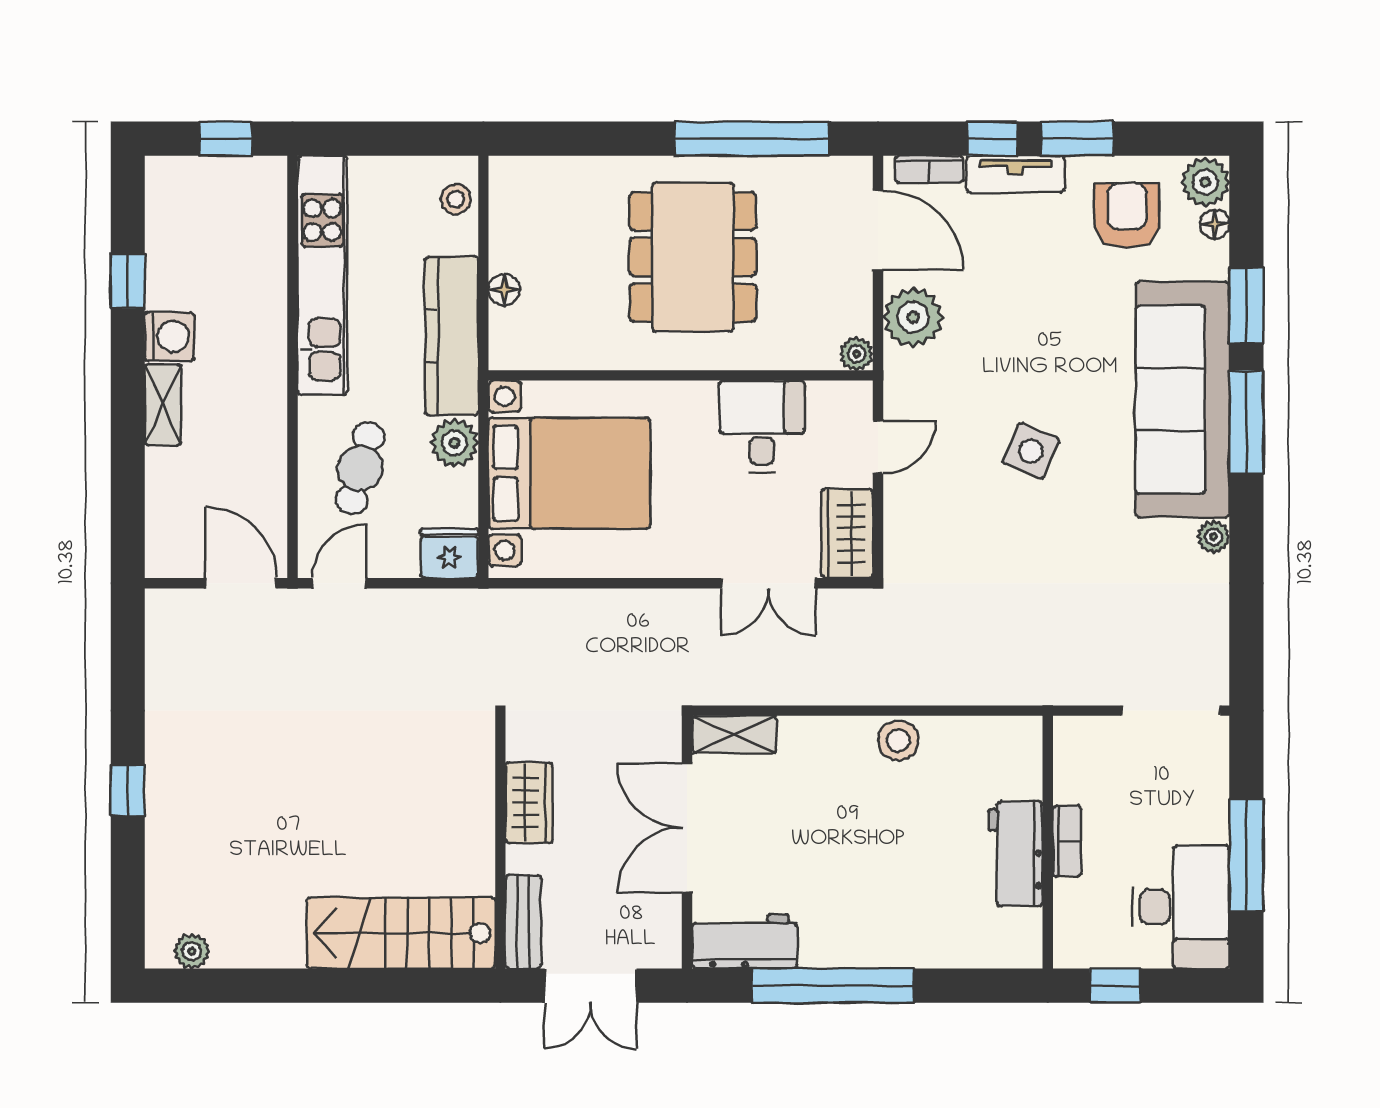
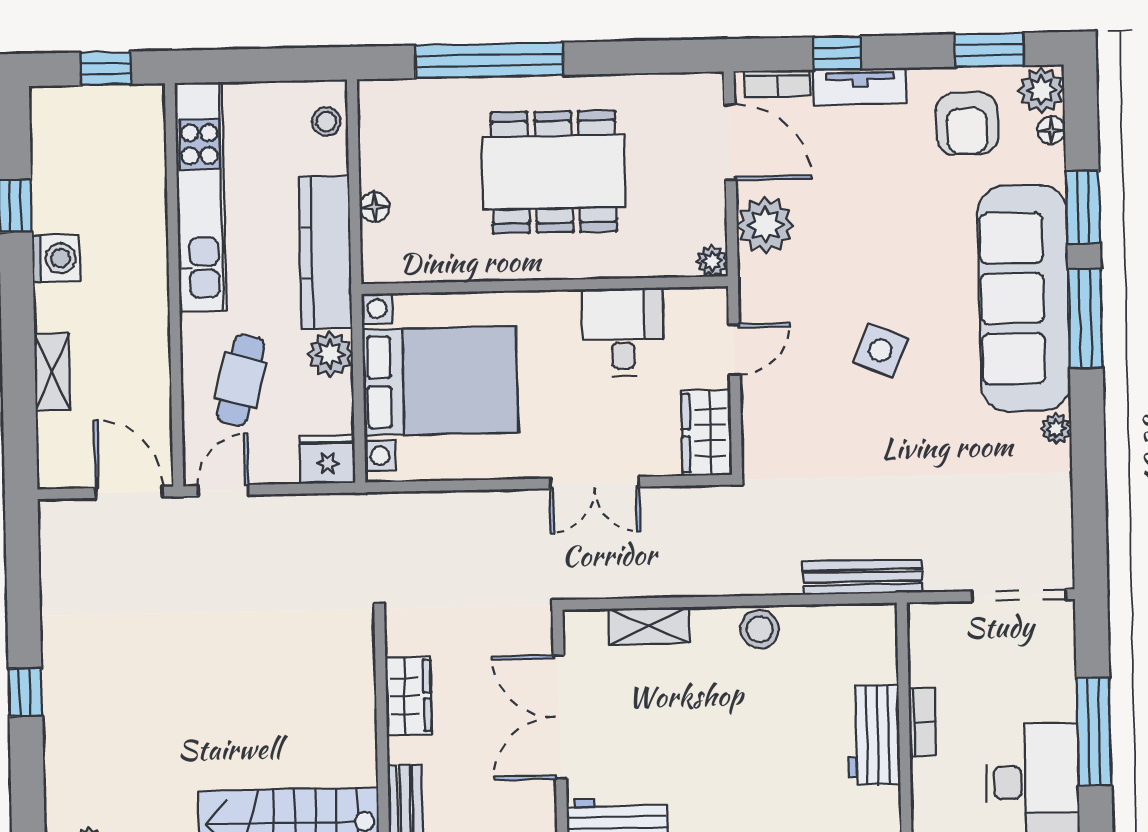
window: (752, 139) -> (489, 60), moved
window: (1077, 139) -> (989, 50), moved
armchair: (1127, 215) -> (967, 123), turned 180
dining table: (693, 257) -> (554, 172), turned 90
shelving: (163, 405) -> (52, 372), moved
double door: (768, 583) -> (594, 483), moved
bench: (1007, 688) -> (862, 577), added
shelving: (734, 735) -> (649, 626), moved

